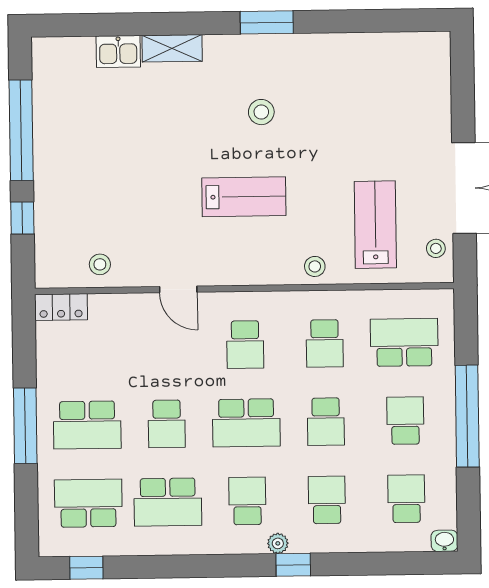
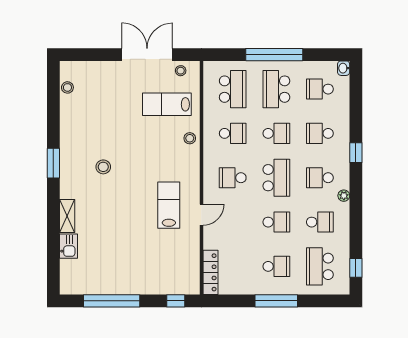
lab bench: (244, 197) -> (169, 205), moved
window: (22, 218) -> (176, 301), moved
stool: (100, 264) -> (67, 87), moved
locker: (61, 307) -> (210, 272), width x1.53
school desk: (404, 342) -> (233, 89), turned 180
school desk: (245, 345) -> (233, 178), turned 180
school desk: (405, 421) -> (276, 89), width x1.85
school desk: (87, 425) -> (276, 266), width x0.54
school desk: (168, 502) -> (320, 222), width x0.54
plant: (278, 543) -> (344, 196), moved

